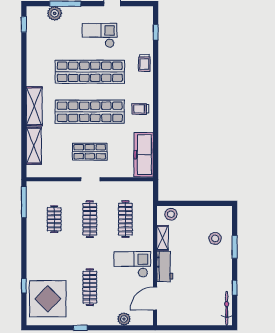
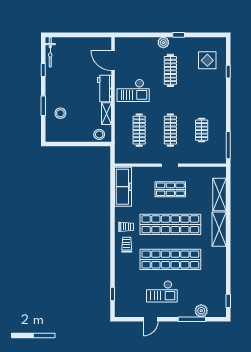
trolley: (144, 63) -> (127, 245), moved
display table: (48, 299) -> (207, 60), width x0.54, depth x0.54
door: (155, 299) -> (113, 61), swing flipped
plant: (124, 319) -> (163, 43), moved

